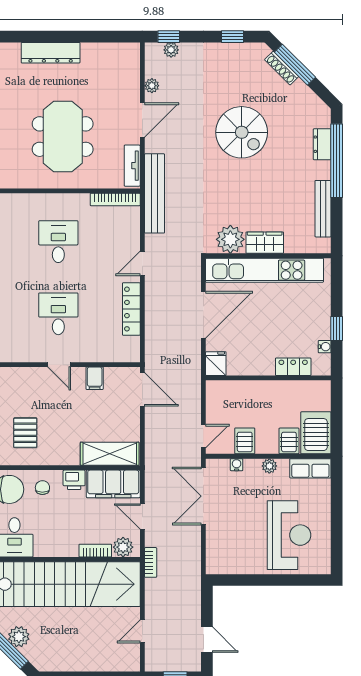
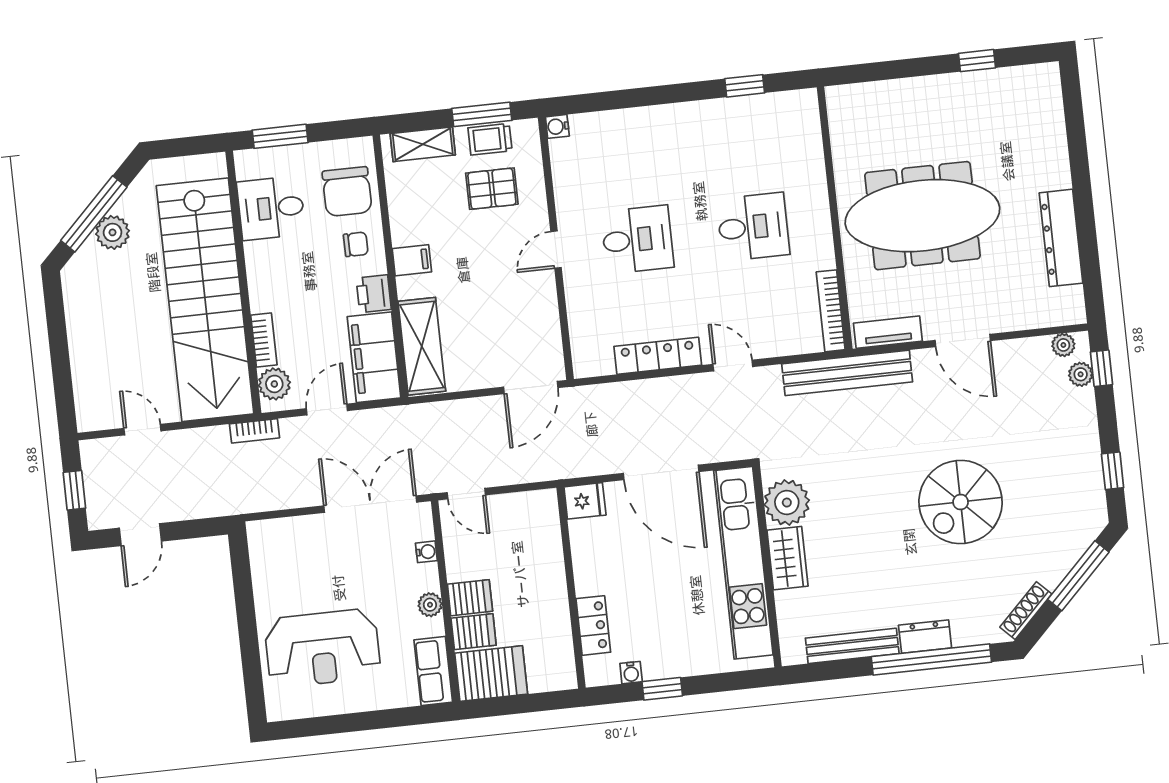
dresser: (51, 53) -> (1061, 238), moved
shoe rack: (282, 68) -> (1026, 611), moved
plant: (152, 86) -> (1063, 345), moved
meeting table: (63, 137) -> (922, 216), width x1.36
dresser: (322, 144) -> (925, 637), moved
filing cabinet: (95, 378) -> (412, 260), moved, turned 180
pallet: (25, 433) -> (492, 189), moved
server rack: (245, 441) -> (470, 598), moved

